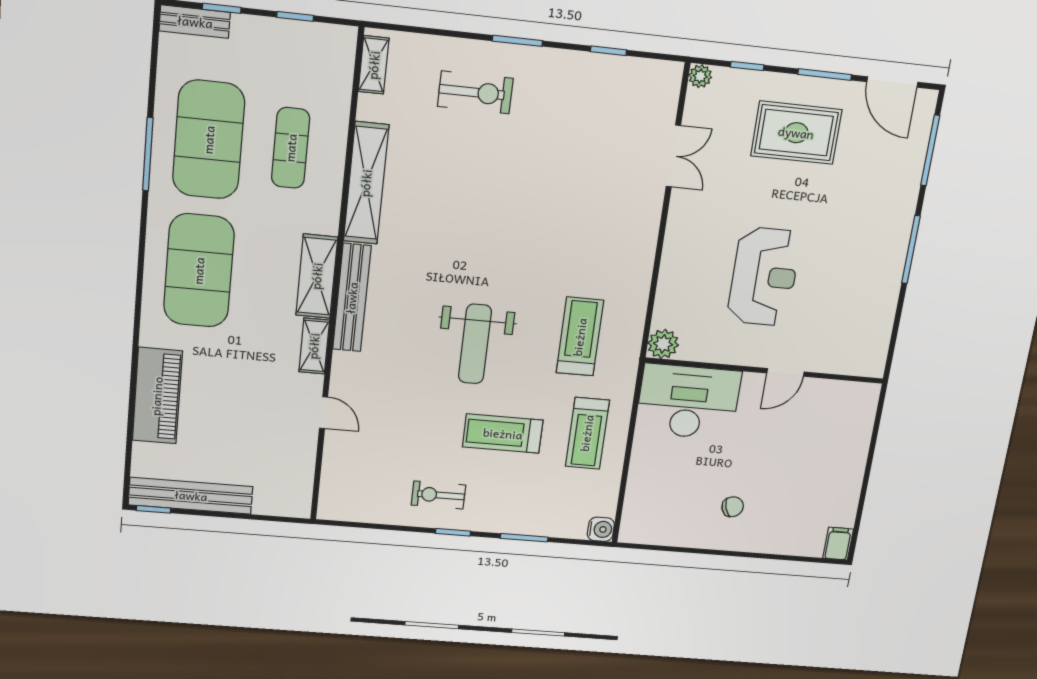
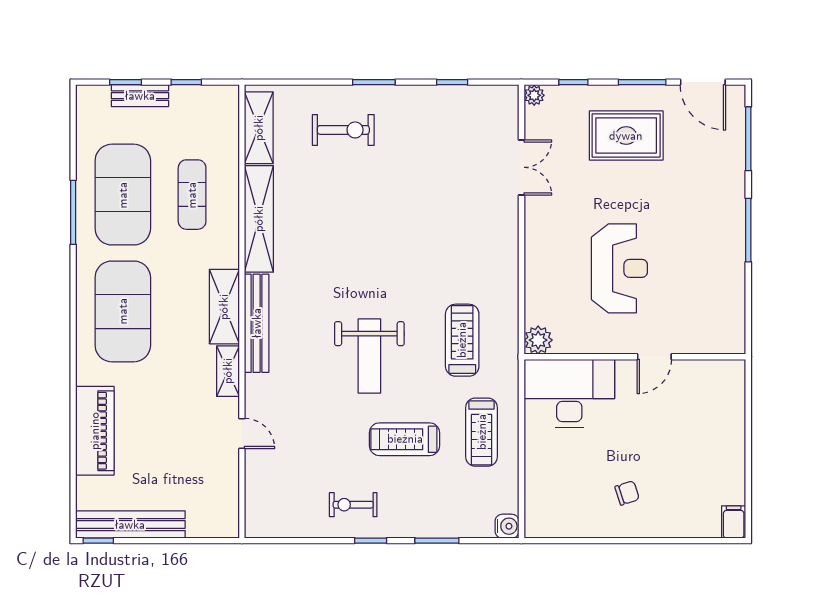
bench: (195, 22) -> (140, 96), moved
shelving: (374, 65) -> (259, 128), width x1.50, depth x1.33

